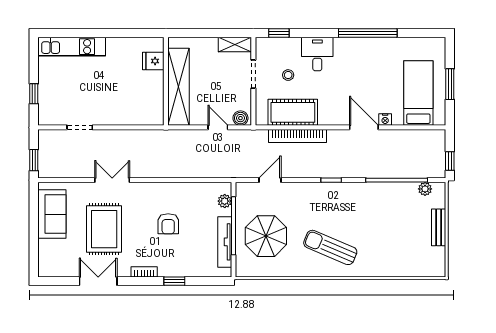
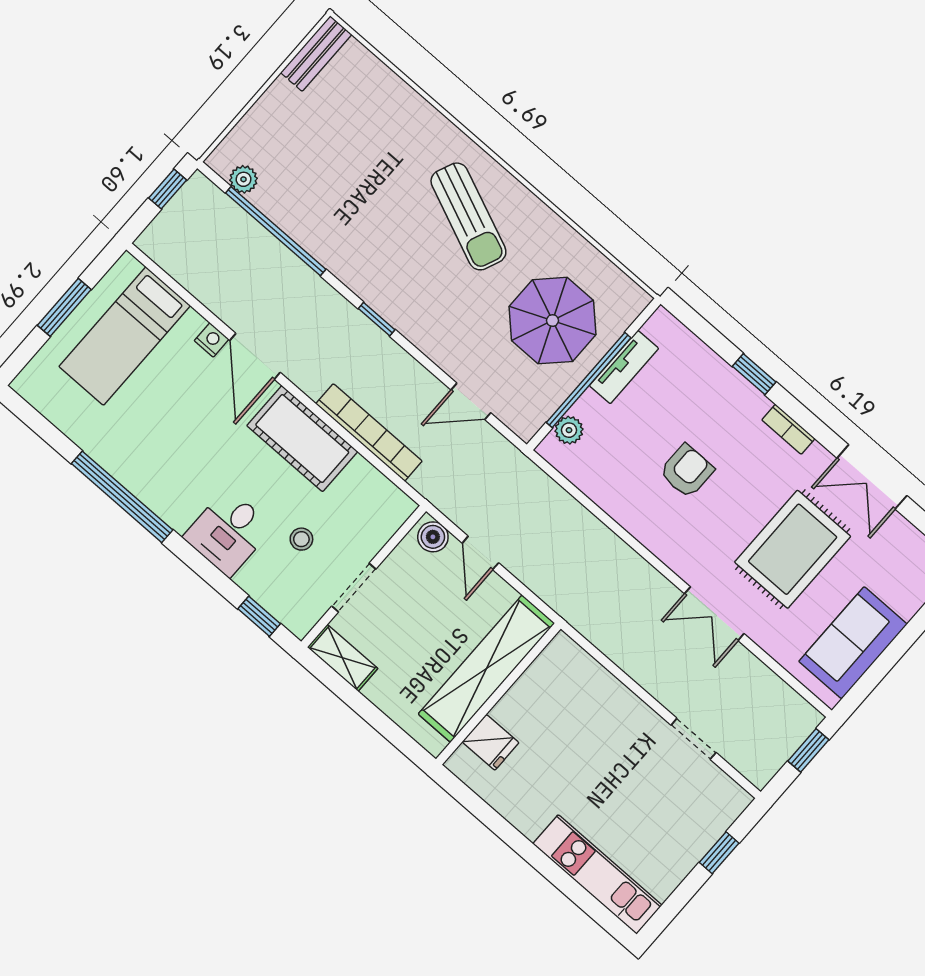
cot: (293, 112) -> (302, 439), moved
bench: (439, 227) -> (316, 54), moved
tv unit: (225, 242) -> (624, 367), width x0.71

